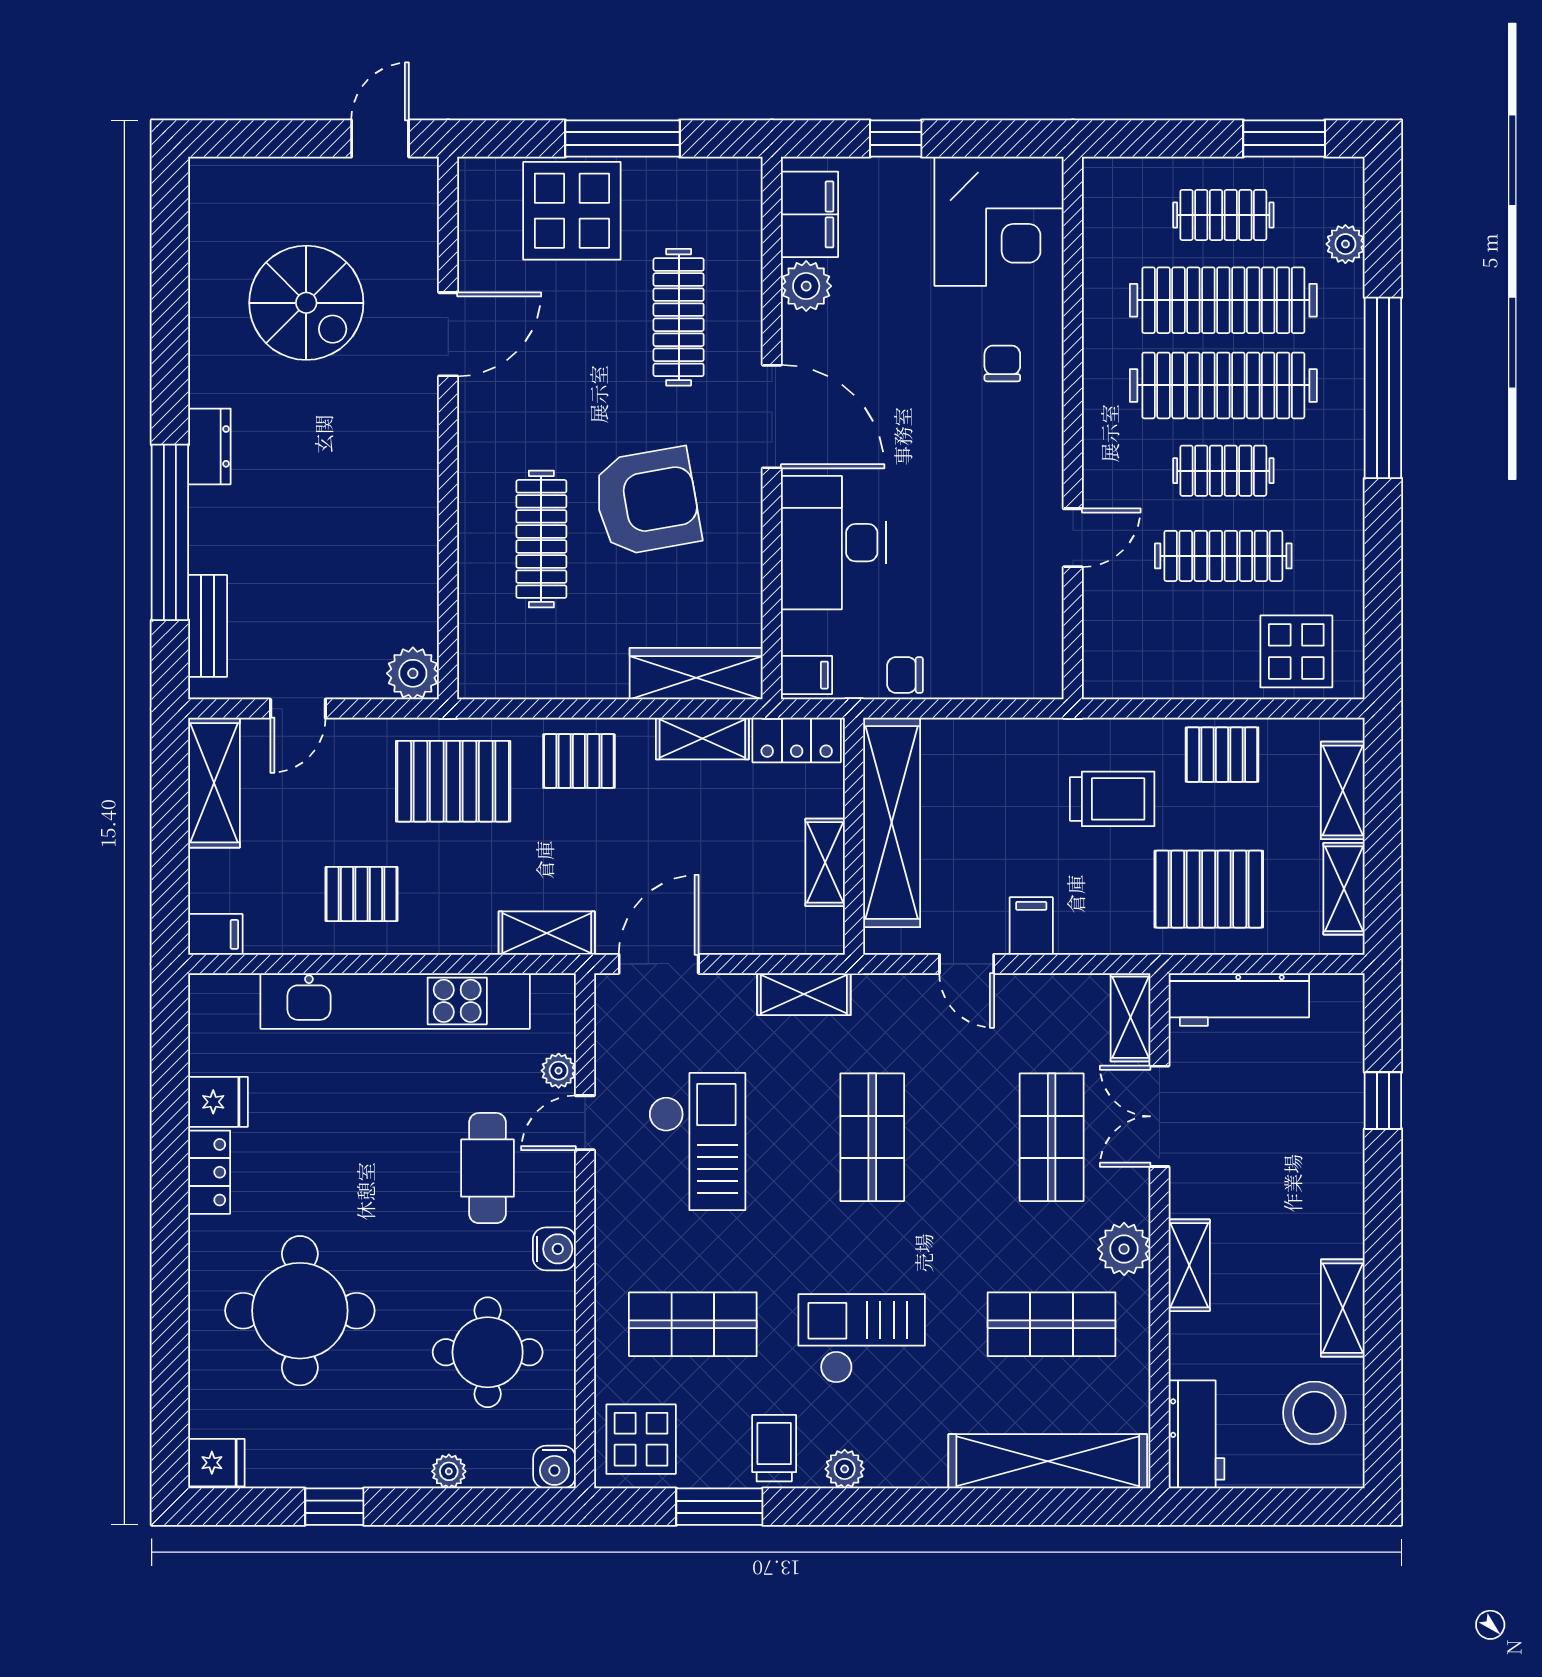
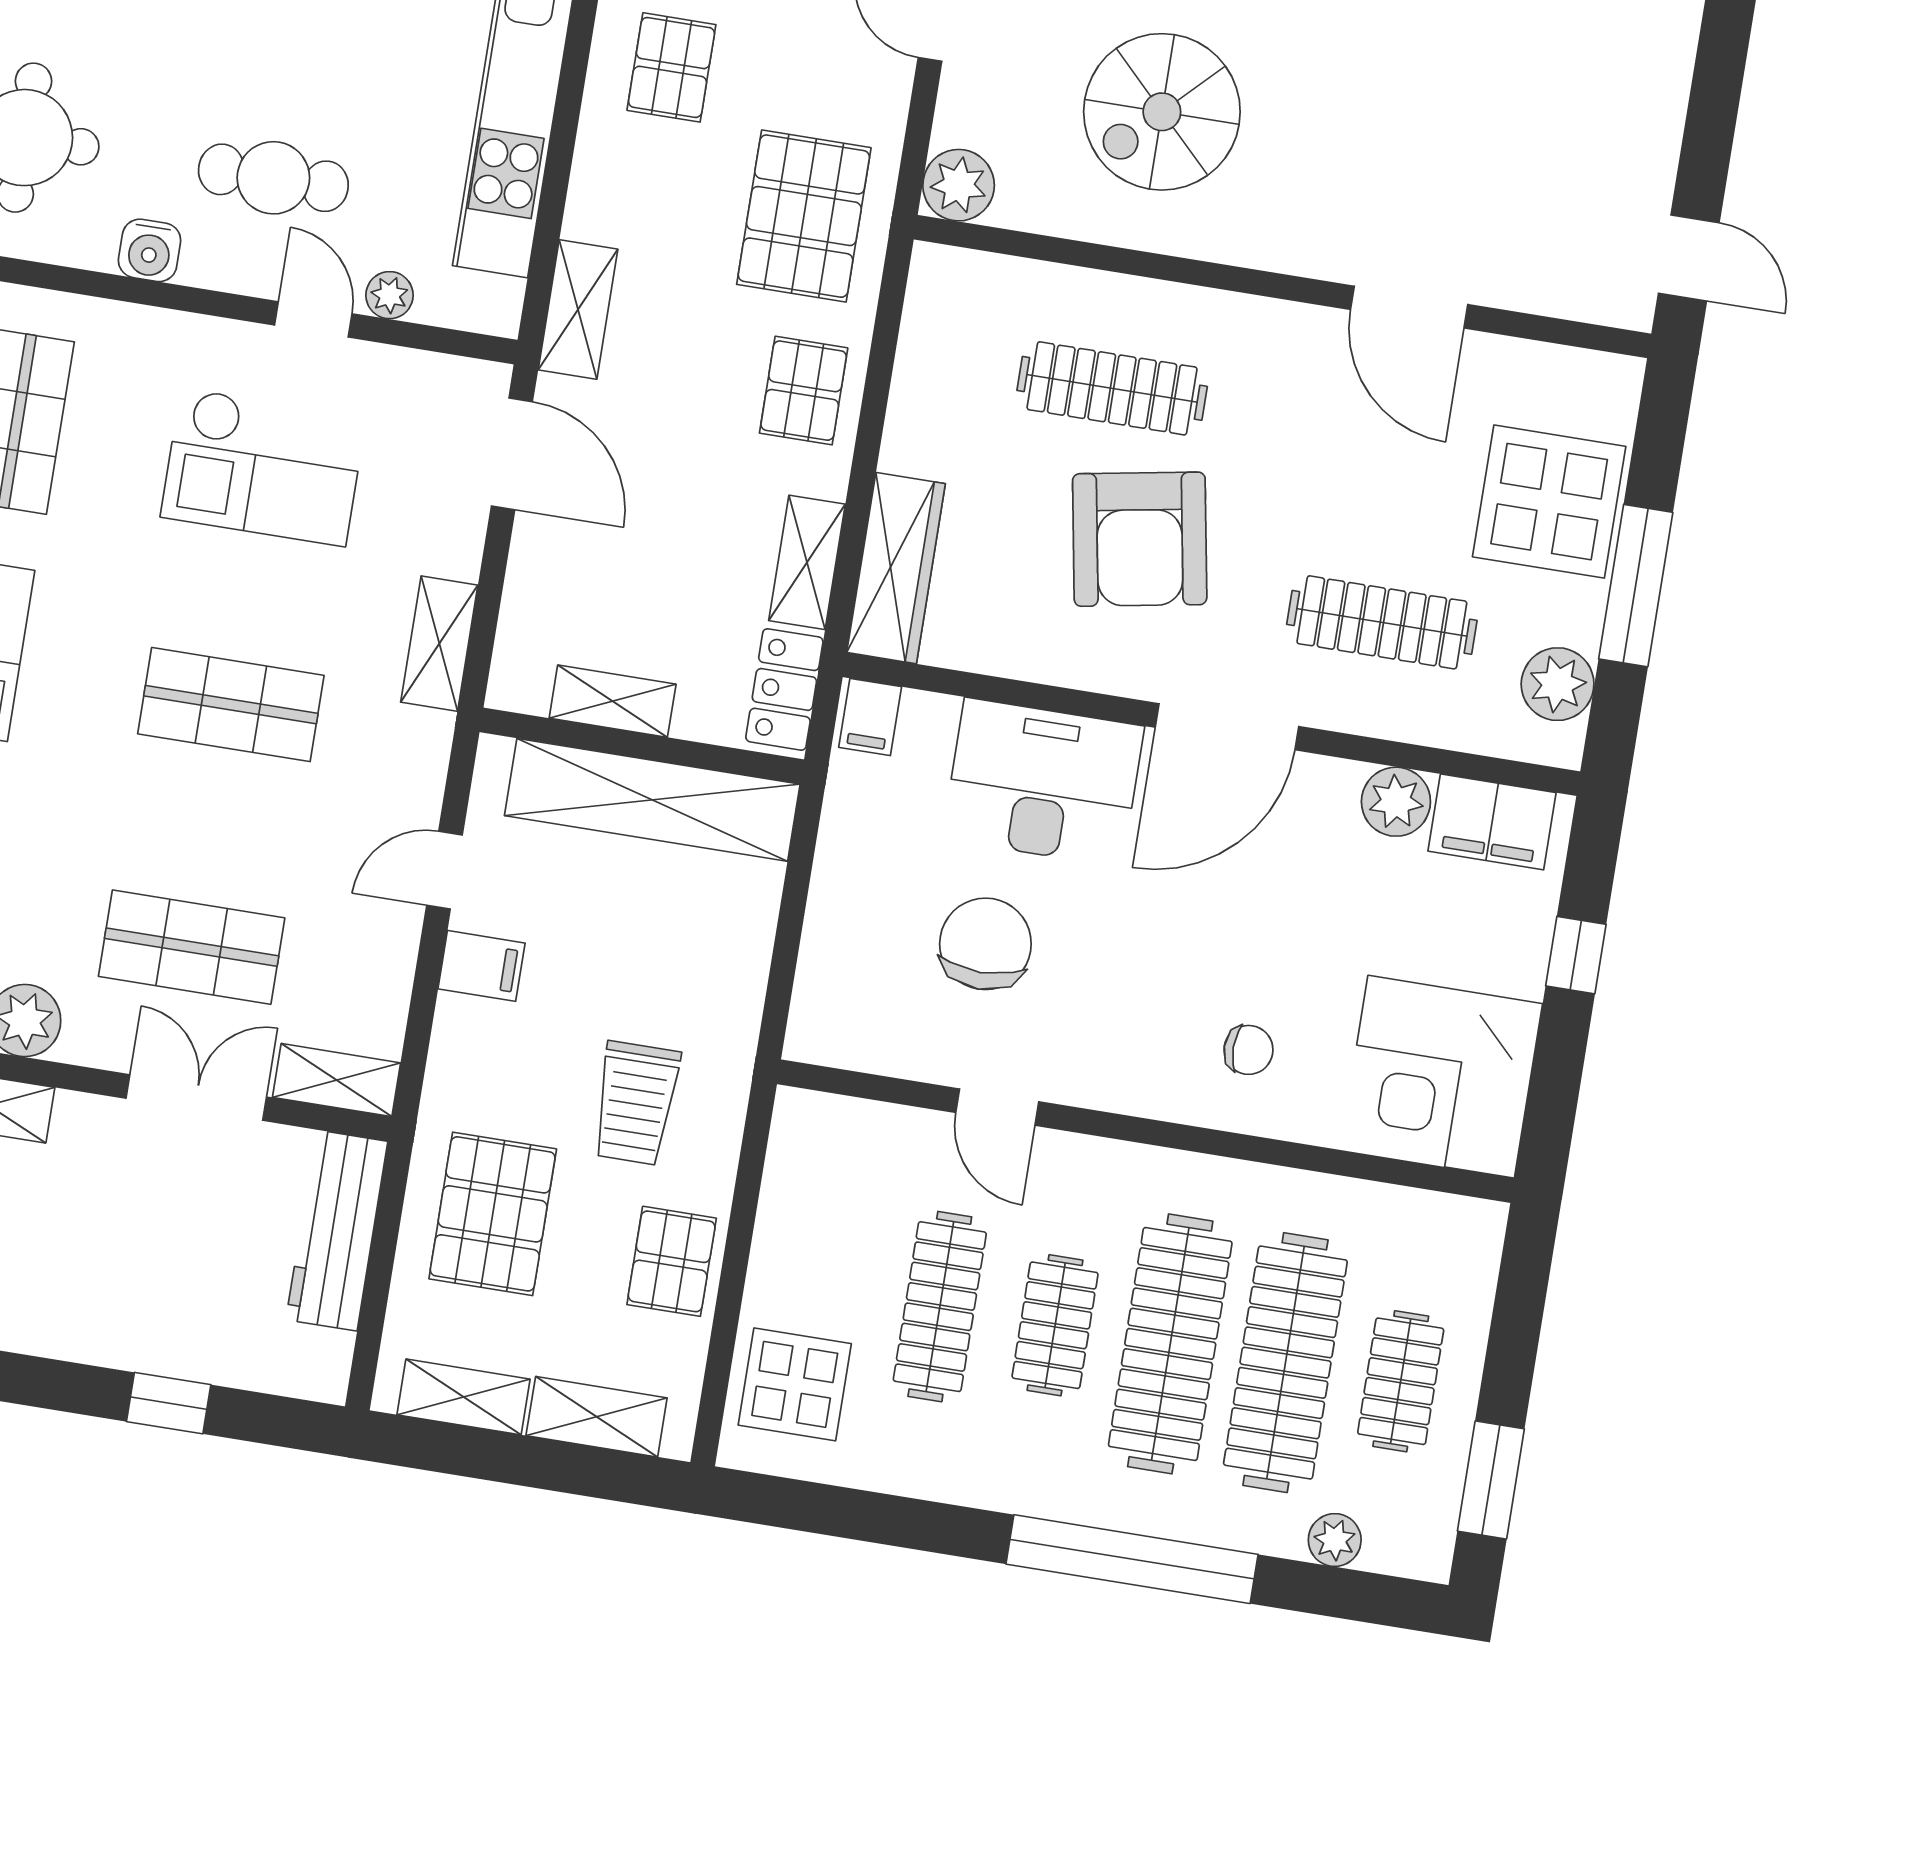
plant: (703, 183) -> (1558, 684), added
spiral stairs: (306, 303) -> (1162, 112), moved
chair: (905, 675) -> (985, 944), moved, width x1.87, depth x1.87

